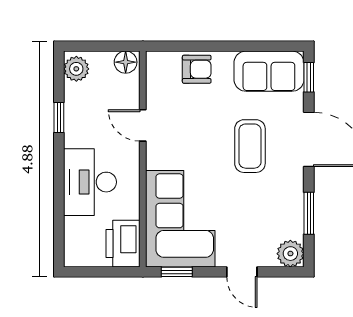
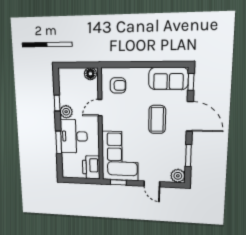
plant: (76, 69) -> (66, 112), moved
armchair: (197, 69) -> (118, 85), moved
door: (143, 125) -> (100, 108), hinge flipped
window: (59, 195) -> (59, 142), added

